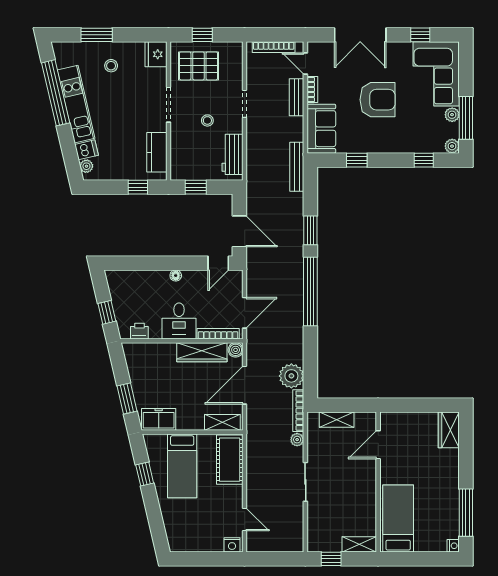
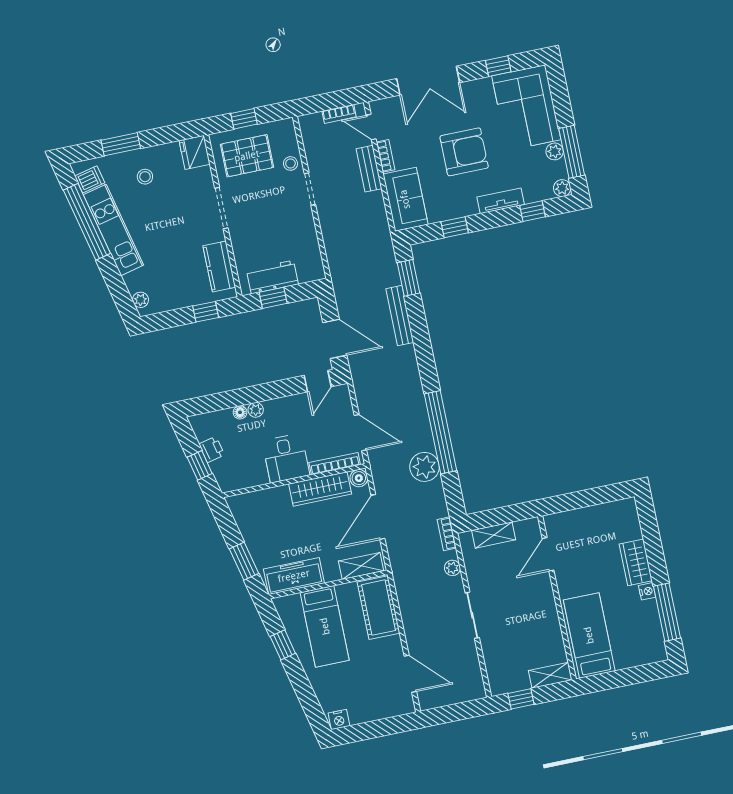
bookcase: (274, 47) -> (339, 114), width x0.64
stool: (207, 120) -> (290, 164), moved
tv unit: (399, 146) -> (501, 201), added
dishwasher: (86, 150) -> (90, 179), moved
workbench: (232, 154) -> (272, 277), moved, turned 90
bench: (297, 167) -> (400, 316), moved
window: (310, 230) -> (409, 278), moved
plant: (162, 276) -> (256, 410), added
floor lamp: (176, 276) -> (240, 412), moved
window: (310, 291) -> (441, 432), moved
door: (245, 313) -> (360, 433), hinge flipped
printer: (139, 331) -> (212, 449), moved, turned 77
plant: (291, 376) -> (425, 467), moved
bookcase: (298, 411) -> (447, 534), width x0.64
freezer: (159, 419) -> (294, 576), width x1.40
wardrobe: (449, 430) -> (636, 562), moved
door: (245, 519) -> (410, 674), width x1.38
nightstand: (232, 545) -> (339, 720), moved
nightstand: (453, 546) -> (647, 591), moved

